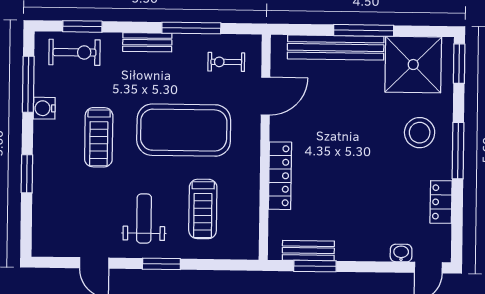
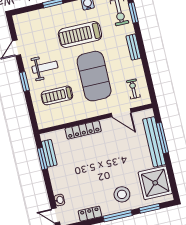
window: (191, 28) -> (146, 67), removed
window: (364, 30) -> (162, 138), moved
window: (459, 64) -> (150, 208), moved
treadmill: (99, 137) -> (80, 35), width x1.37, depth x1.38

